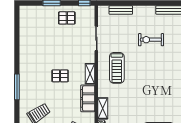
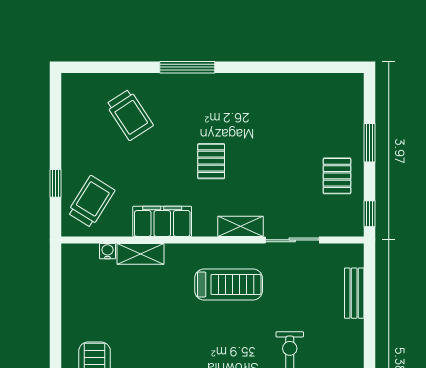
treadmill: (117, 68) -> (229, 284), turned 180
shelving: (90, 74) -> (240, 226), moved

